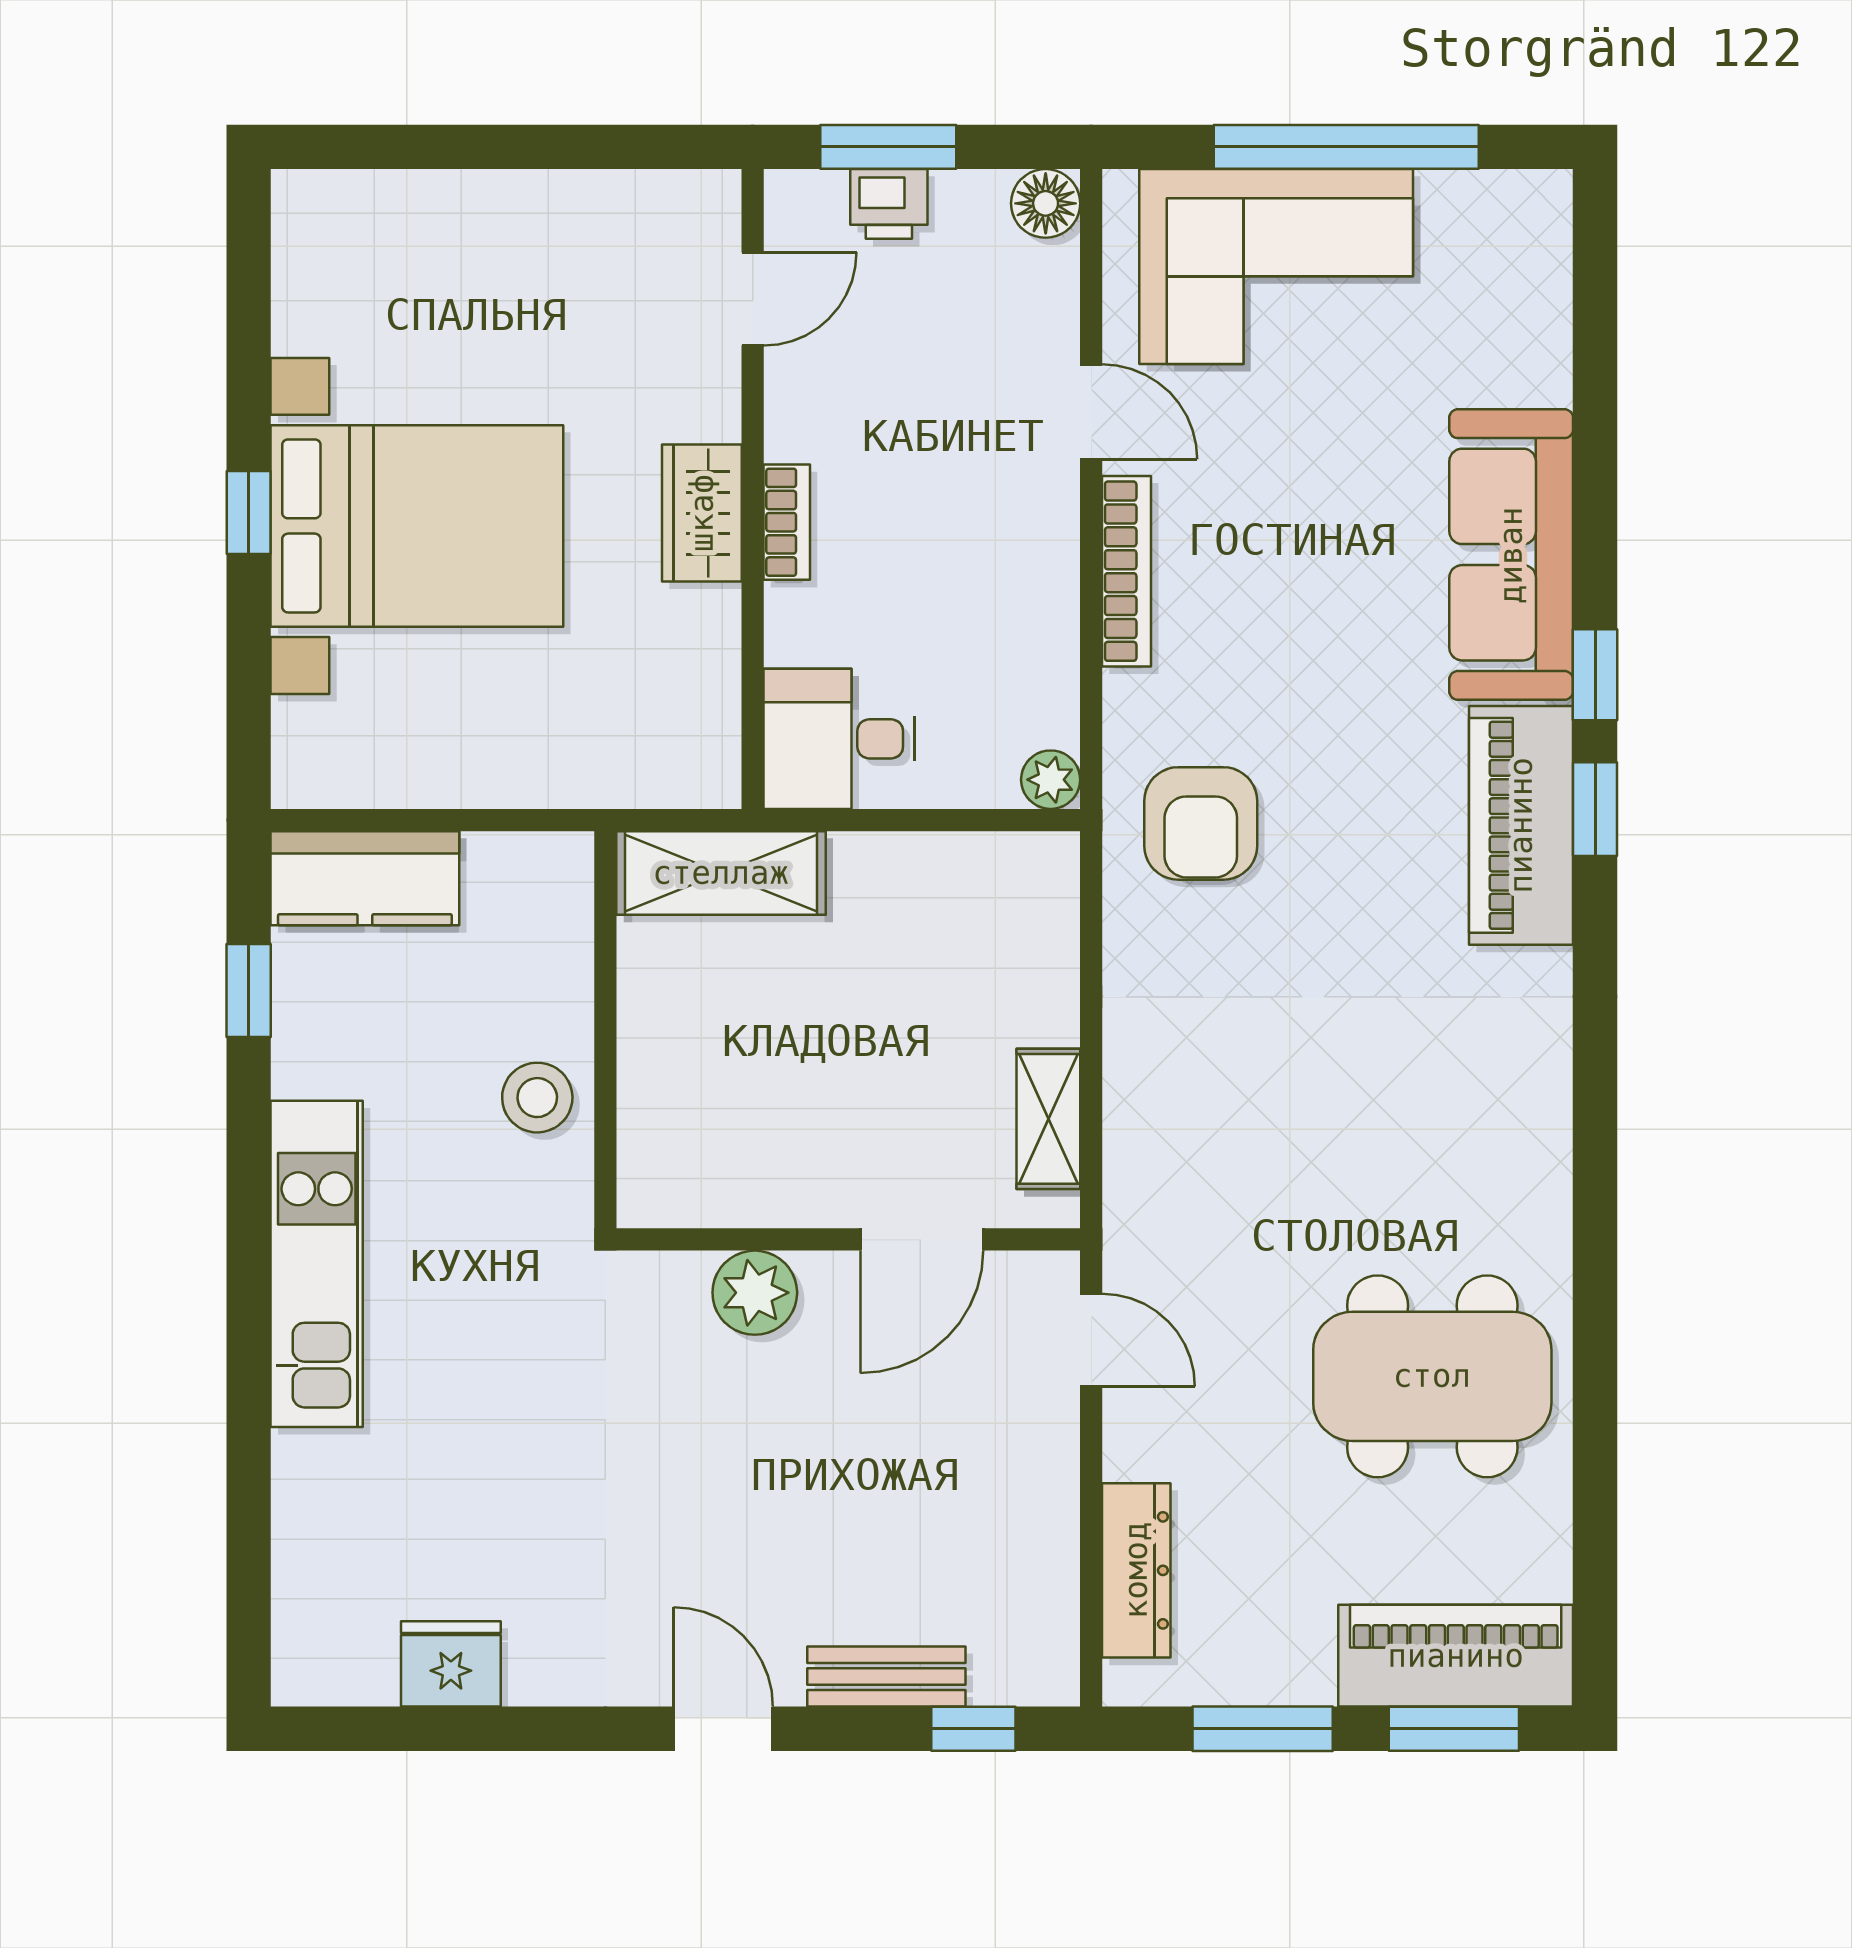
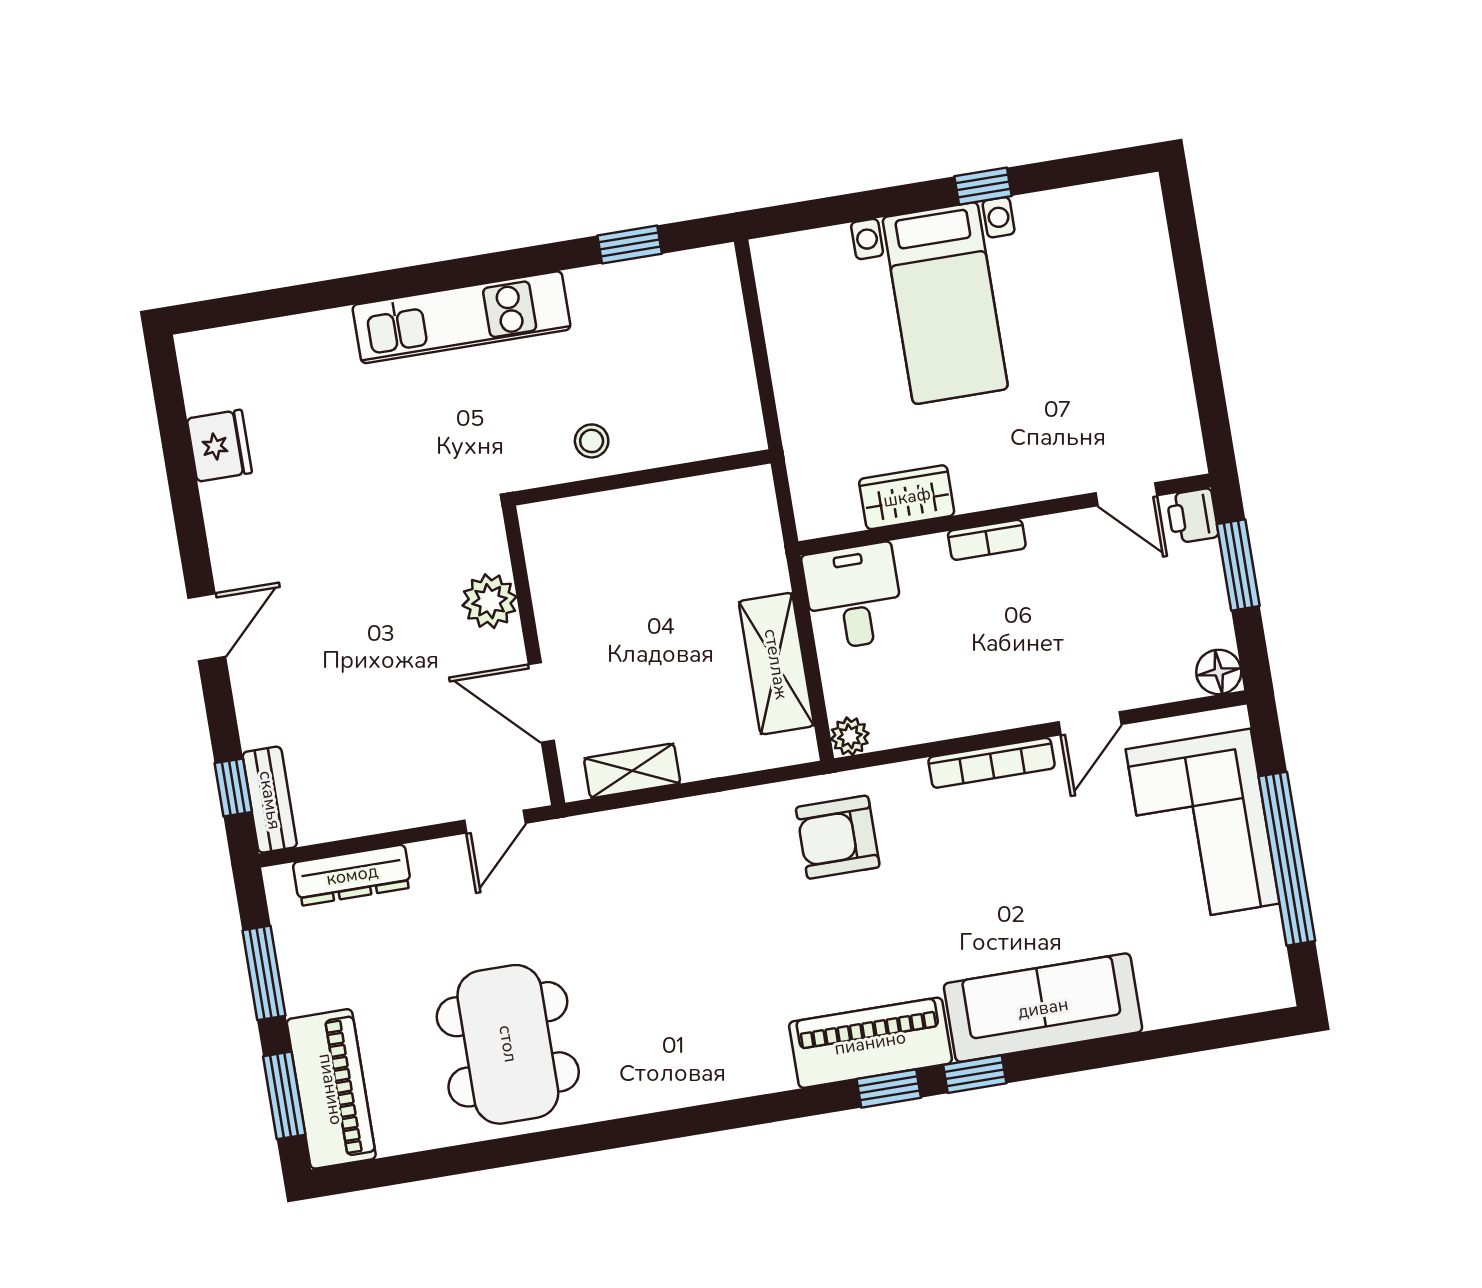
printer: (889, 204) -> (1192, 516), moved
window: (249, 512) -> (983, 186), moved
wardrobe: (702, 513) -> (907, 497), moved
bed with nightstands: (417, 526) -> (945, 303), width x0.73
shelving: (721, 873) -> (776, 664), moved
kitchen counter: (365, 878) -> (714, 307), removed
stool: (537, 1098) -> (592, 441), width x0.73, depth x0.73
bench: (886, 1676) -> (270, 800), moved

